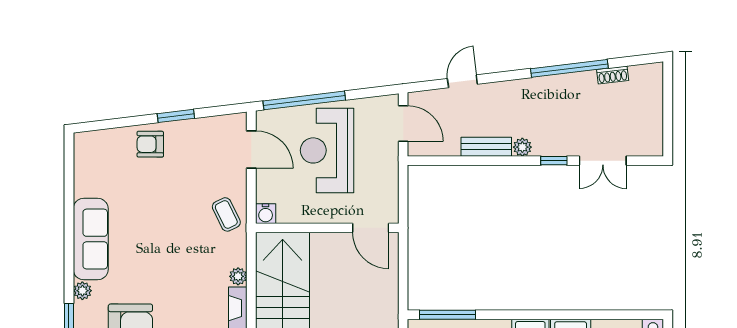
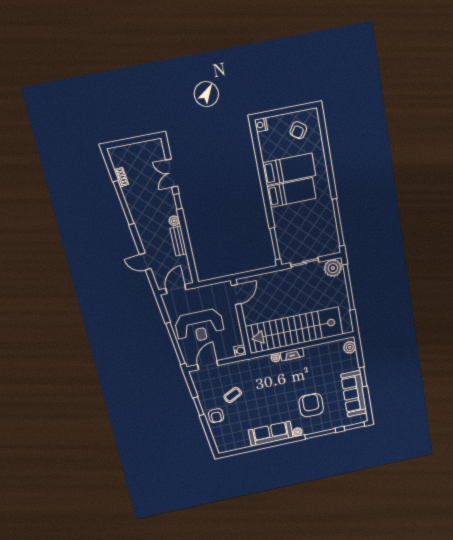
double door: (603, 161) -> (172, 173), swing flipped
coffee table: (226, 214) -> (233, 395), moved

